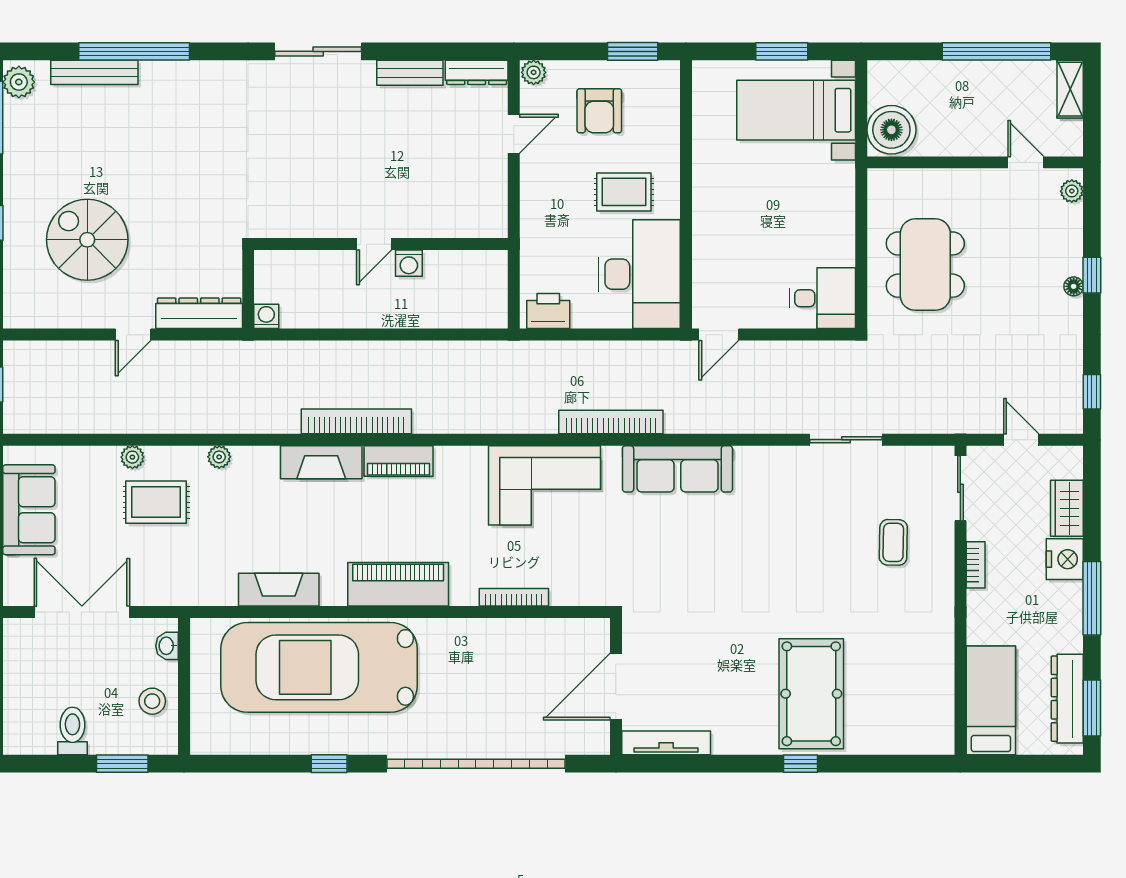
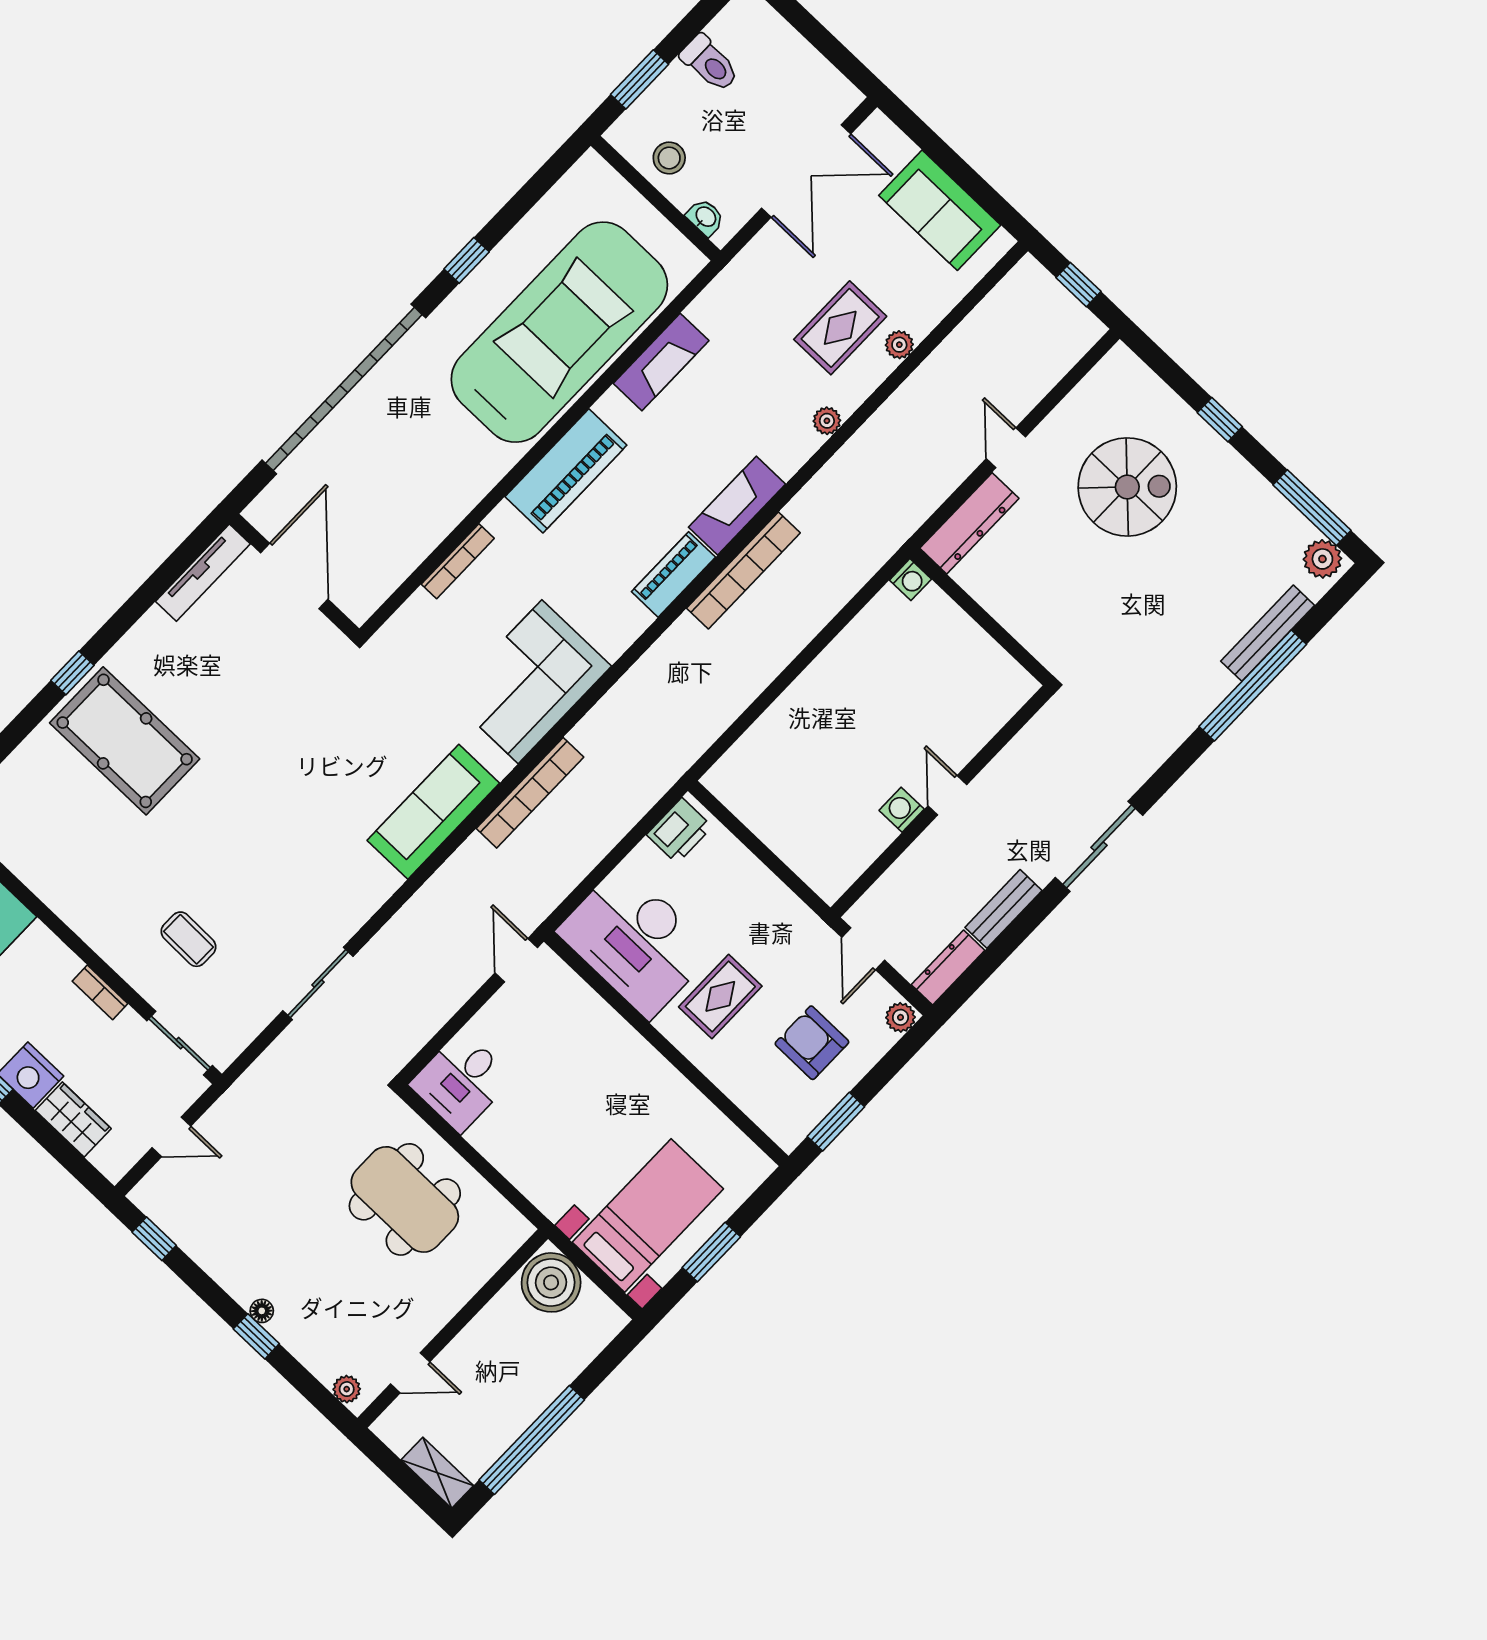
door: (374, 244) -> (947, 795), moved
wall: (381, 244) -> (942, 801), moved
washing machine: (409, 263) -> (902, 810), moved

